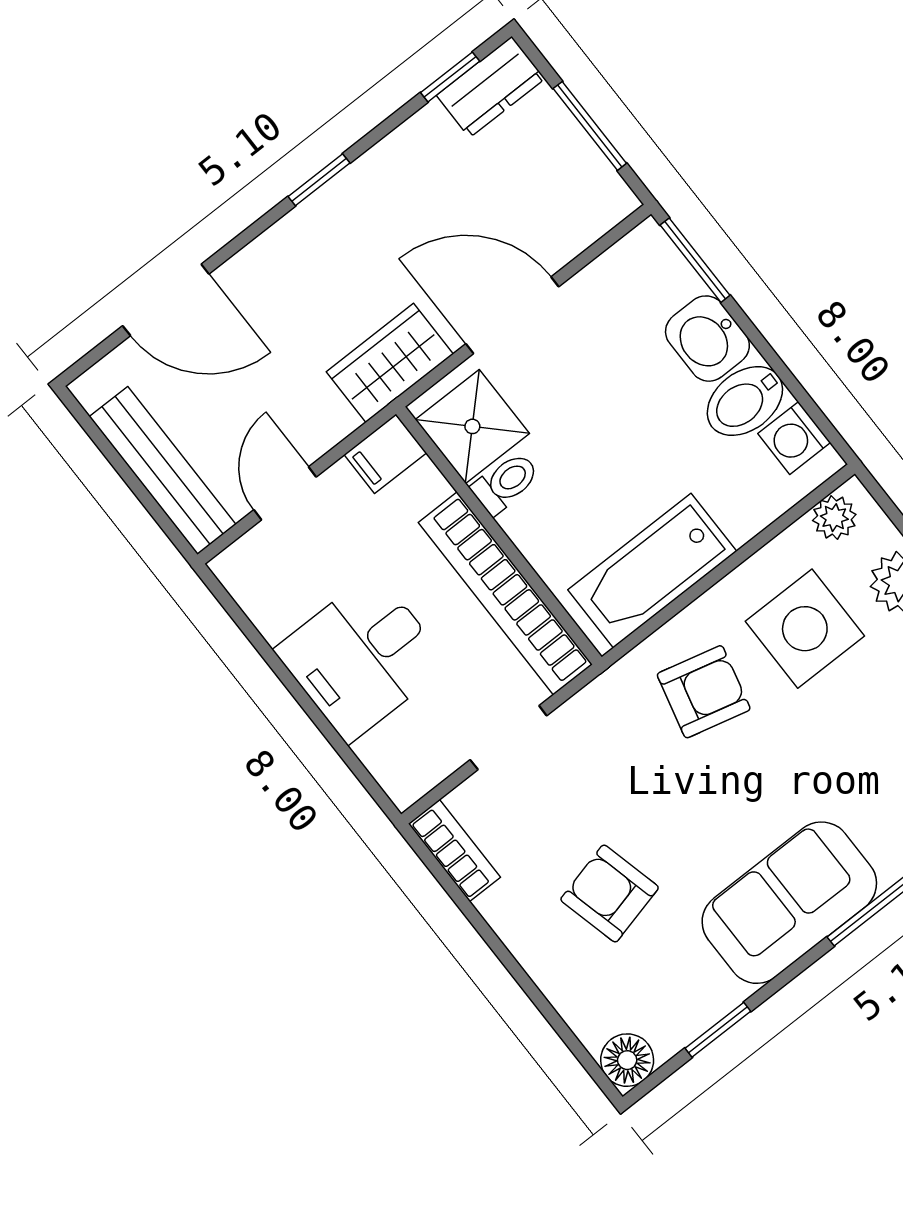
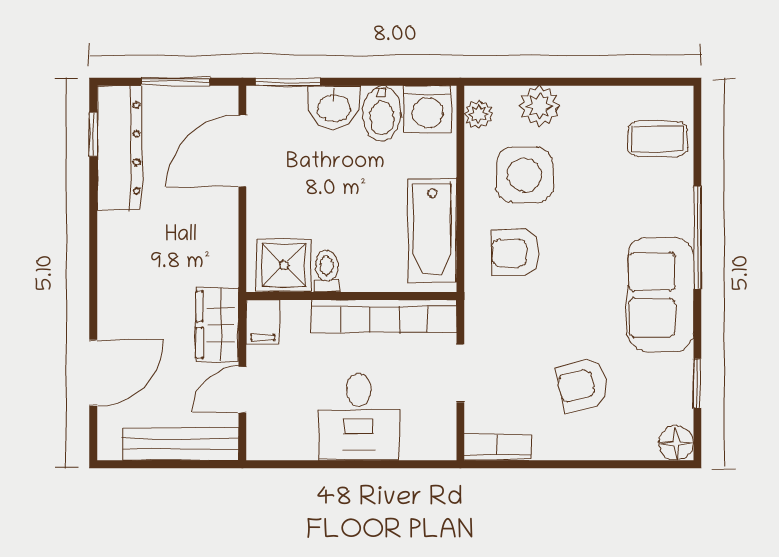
dresser: (491, 87) -> (119, 148), width x1.96, depth x1.24
window: (319, 180) -> (93, 244), removed
door: (512, 315) -> (242, 151), moved
wardrobe: (390, 363) -> (217, 325), moved
washing machine: (794, 438) -> (428, 109), width x1.38, depth x1.38
door: (285, 493) -> (242, 390), hinge flipped
armchair: (704, 692) -> (516, 253), turned -104

